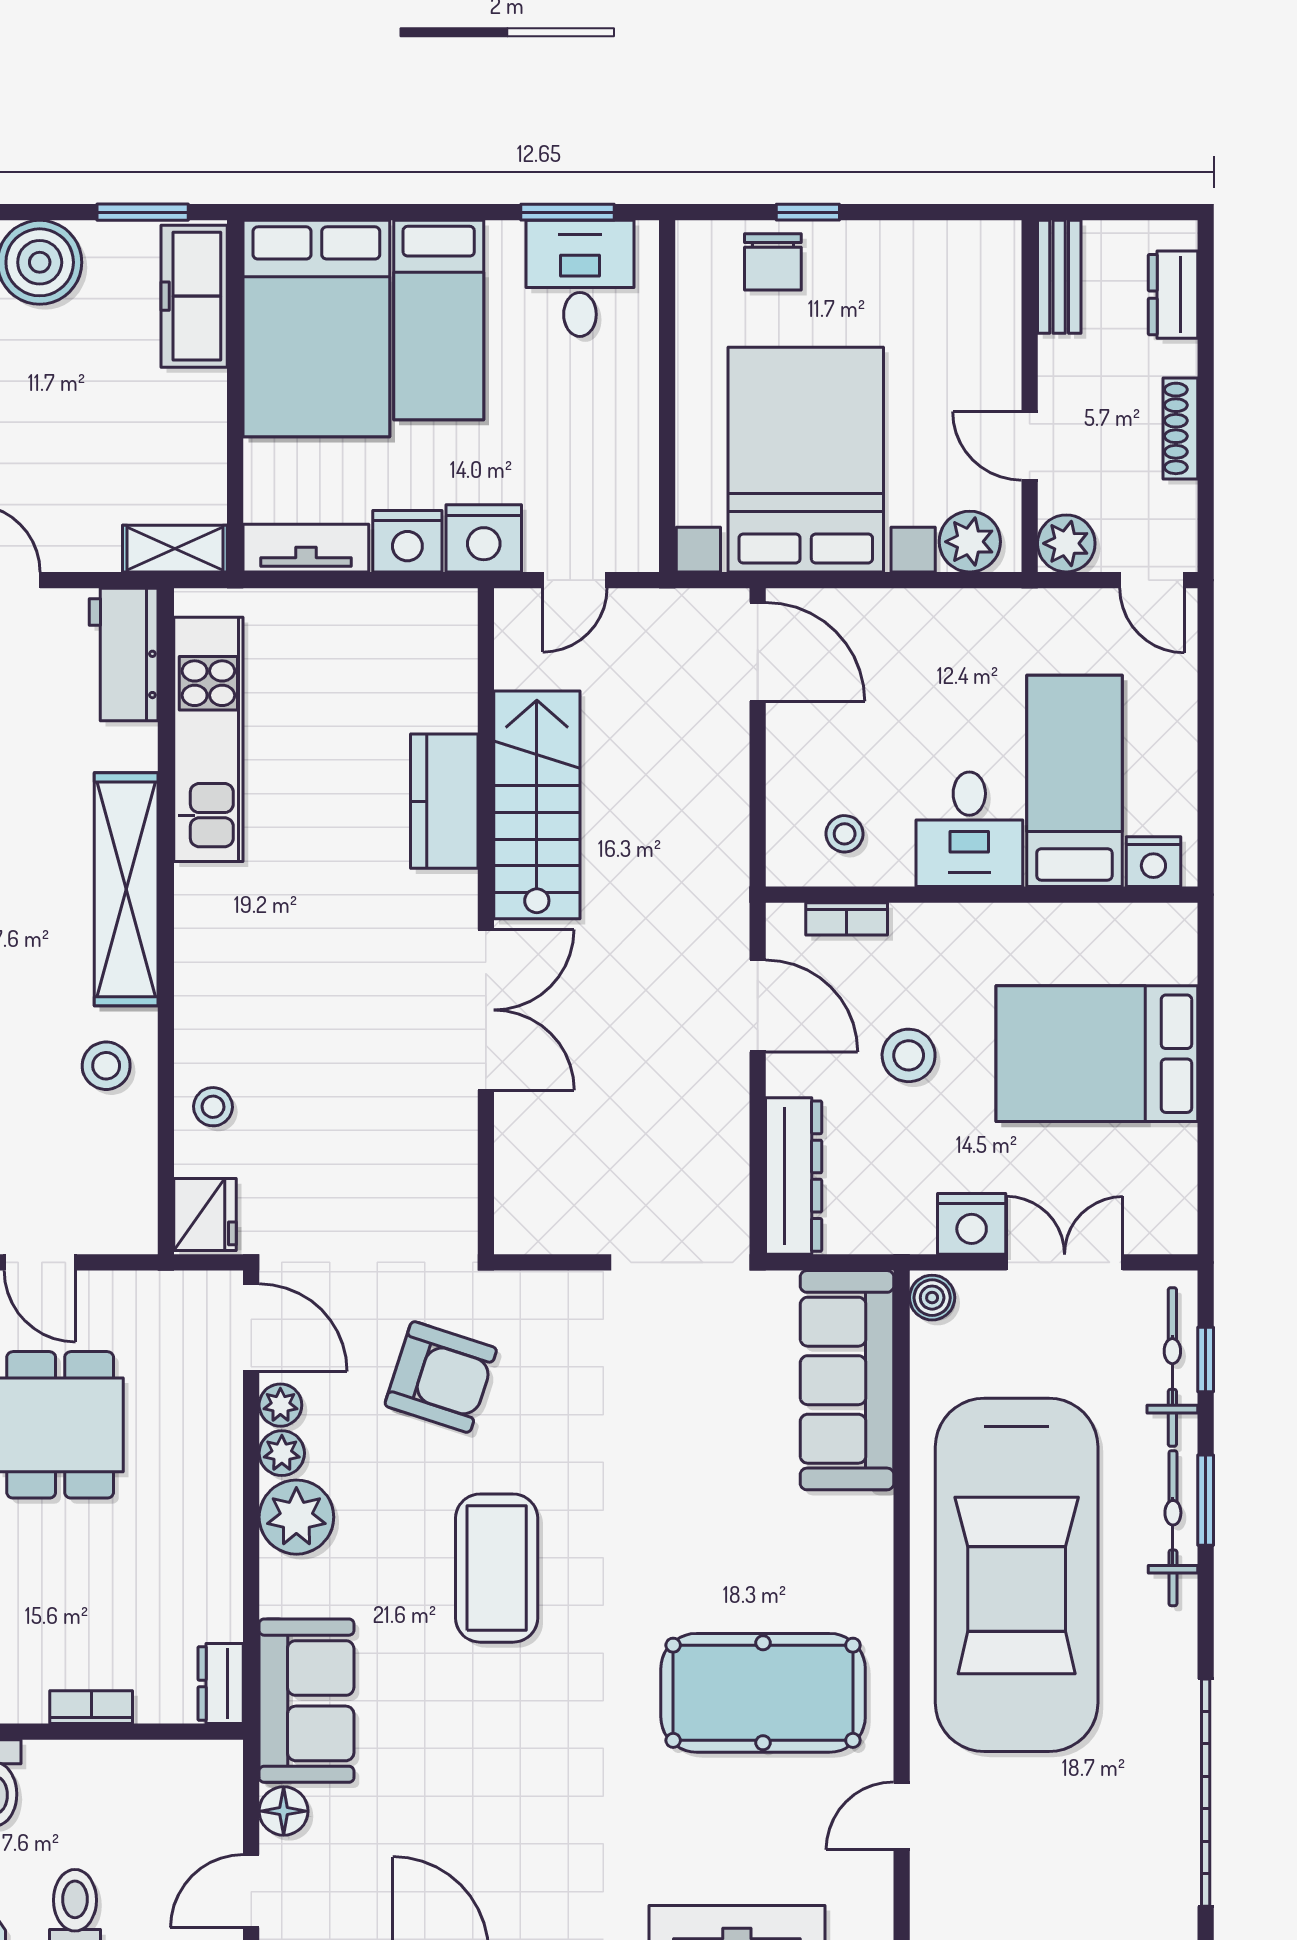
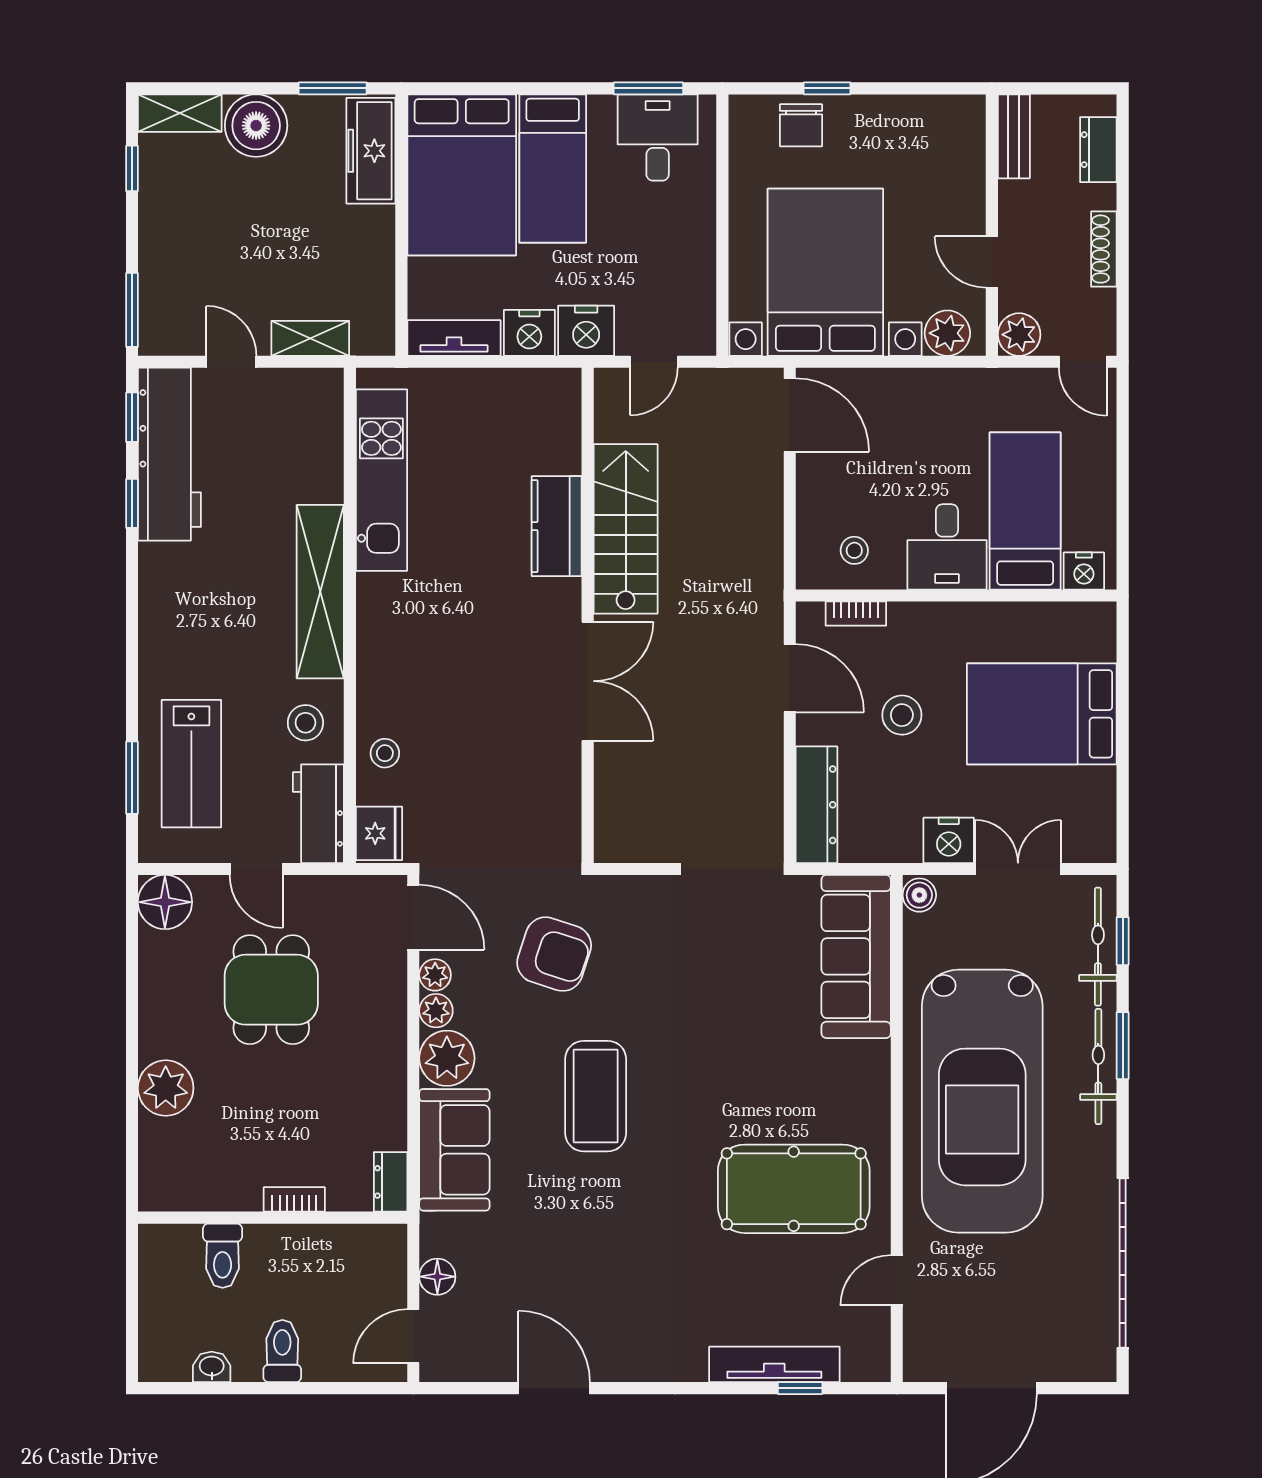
shelving: (175, 549) -> (310, 338), moved
workbench: (124, 655) -> (318, 814), moved
sofa: (307, 1701) -> (454, 1150), moved

